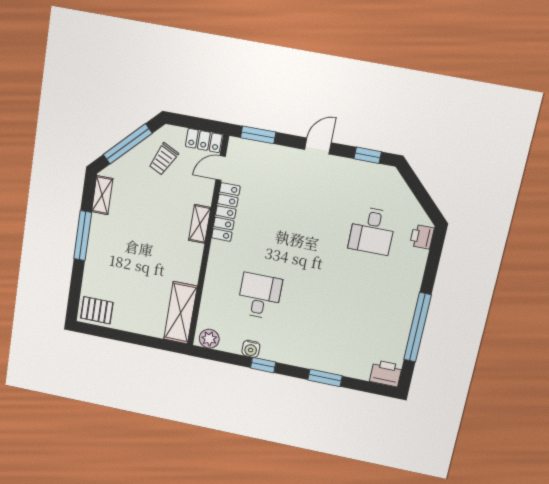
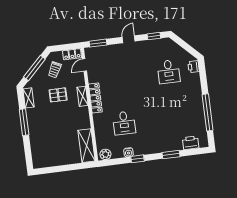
locker: (226, 212) -> (95, 98), moved
desk: (260, 296) -> (124, 123), turned 180
pallet: (97, 310) -> (58, 95), moved
printer: (386, 373) -> (191, 143), moved

